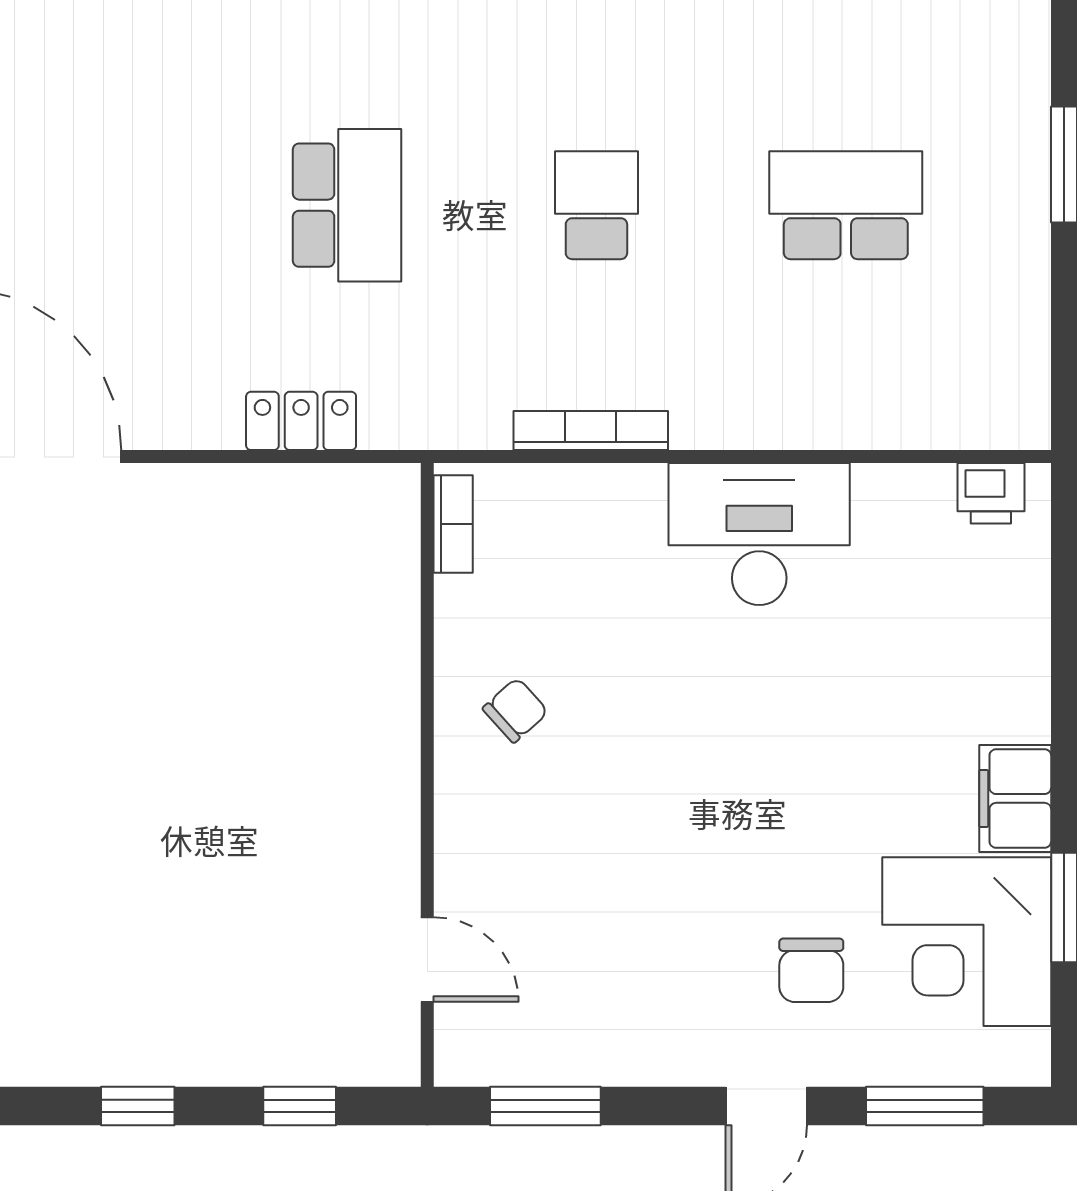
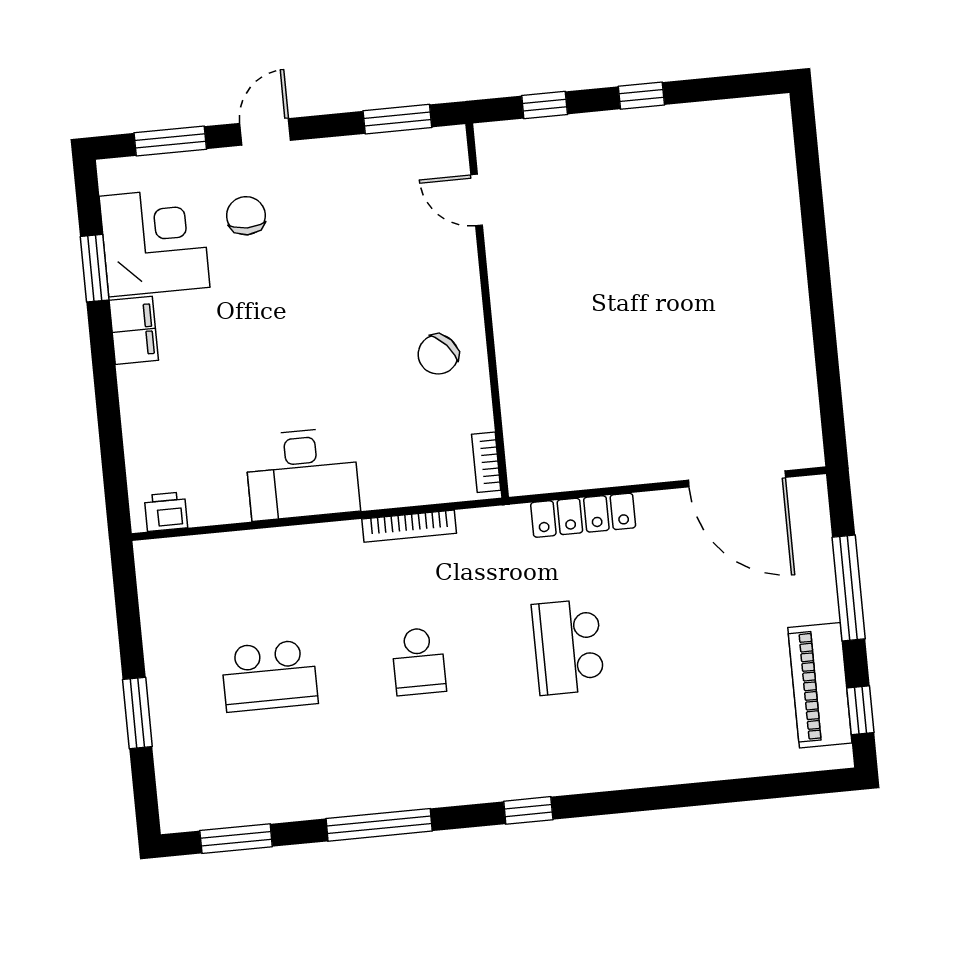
locker: (301, 421) -> (583, 515), width x1.53
chair: (515, 710) -> (438, 354), width x1.37, depth x1.37

